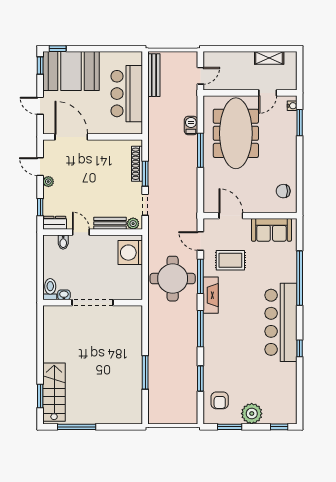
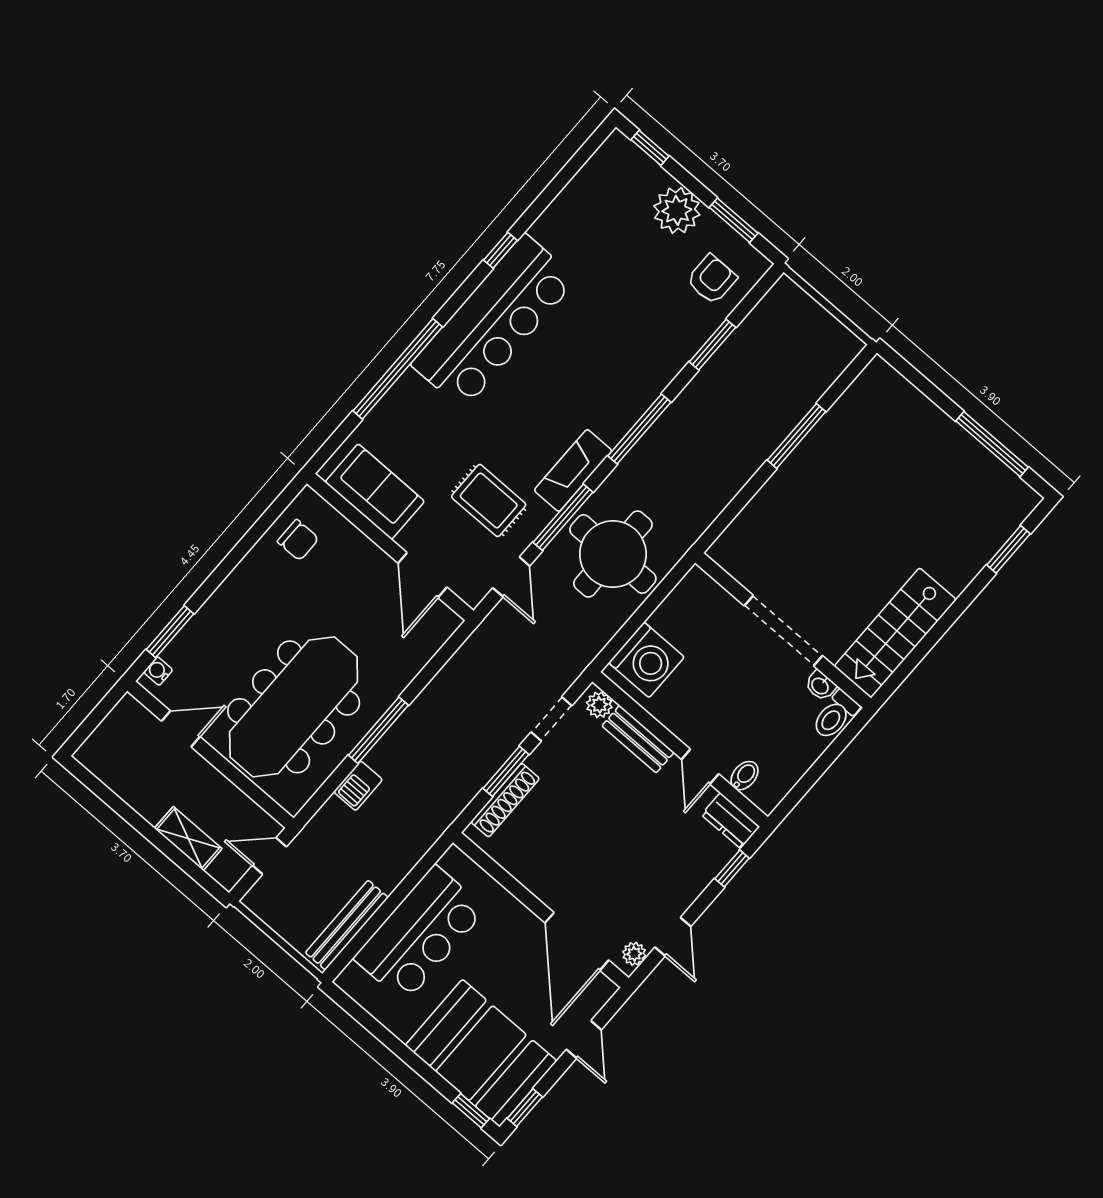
shelving: (269, 58) -> (188, 838), moved
plant: (48, 182) -> (634, 954), moved
stairs: (54, 392) -> (895, 633), moved

